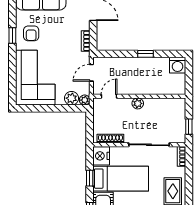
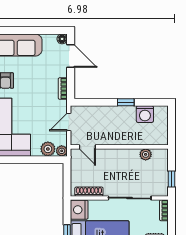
washing machine: (178, 65) -> (145, 114), moved
door: (109, 96) -> (87, 147), swing flipped
plant: (138, 103) -> (146, 154), moved

